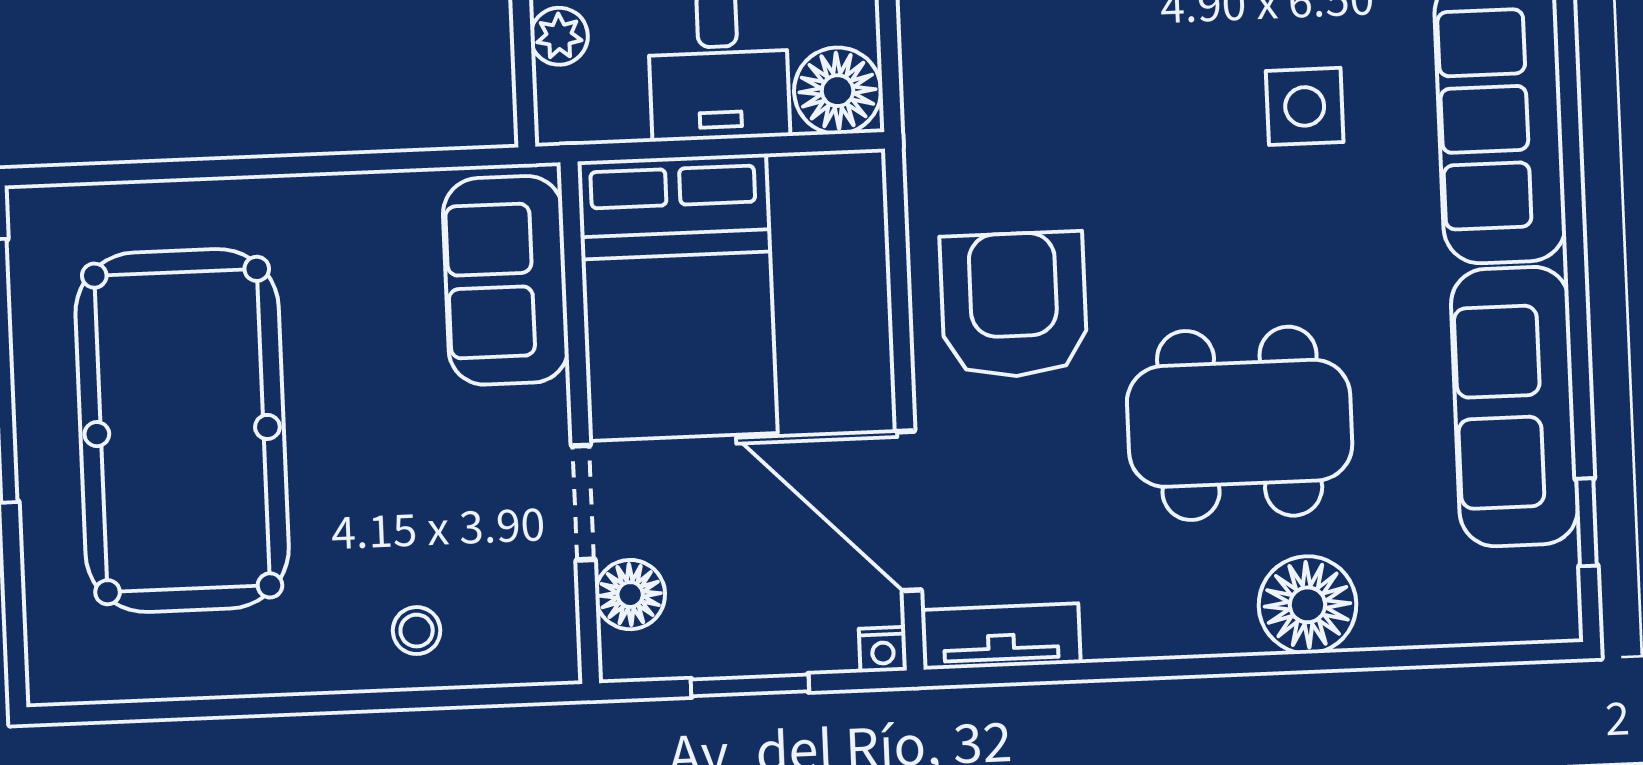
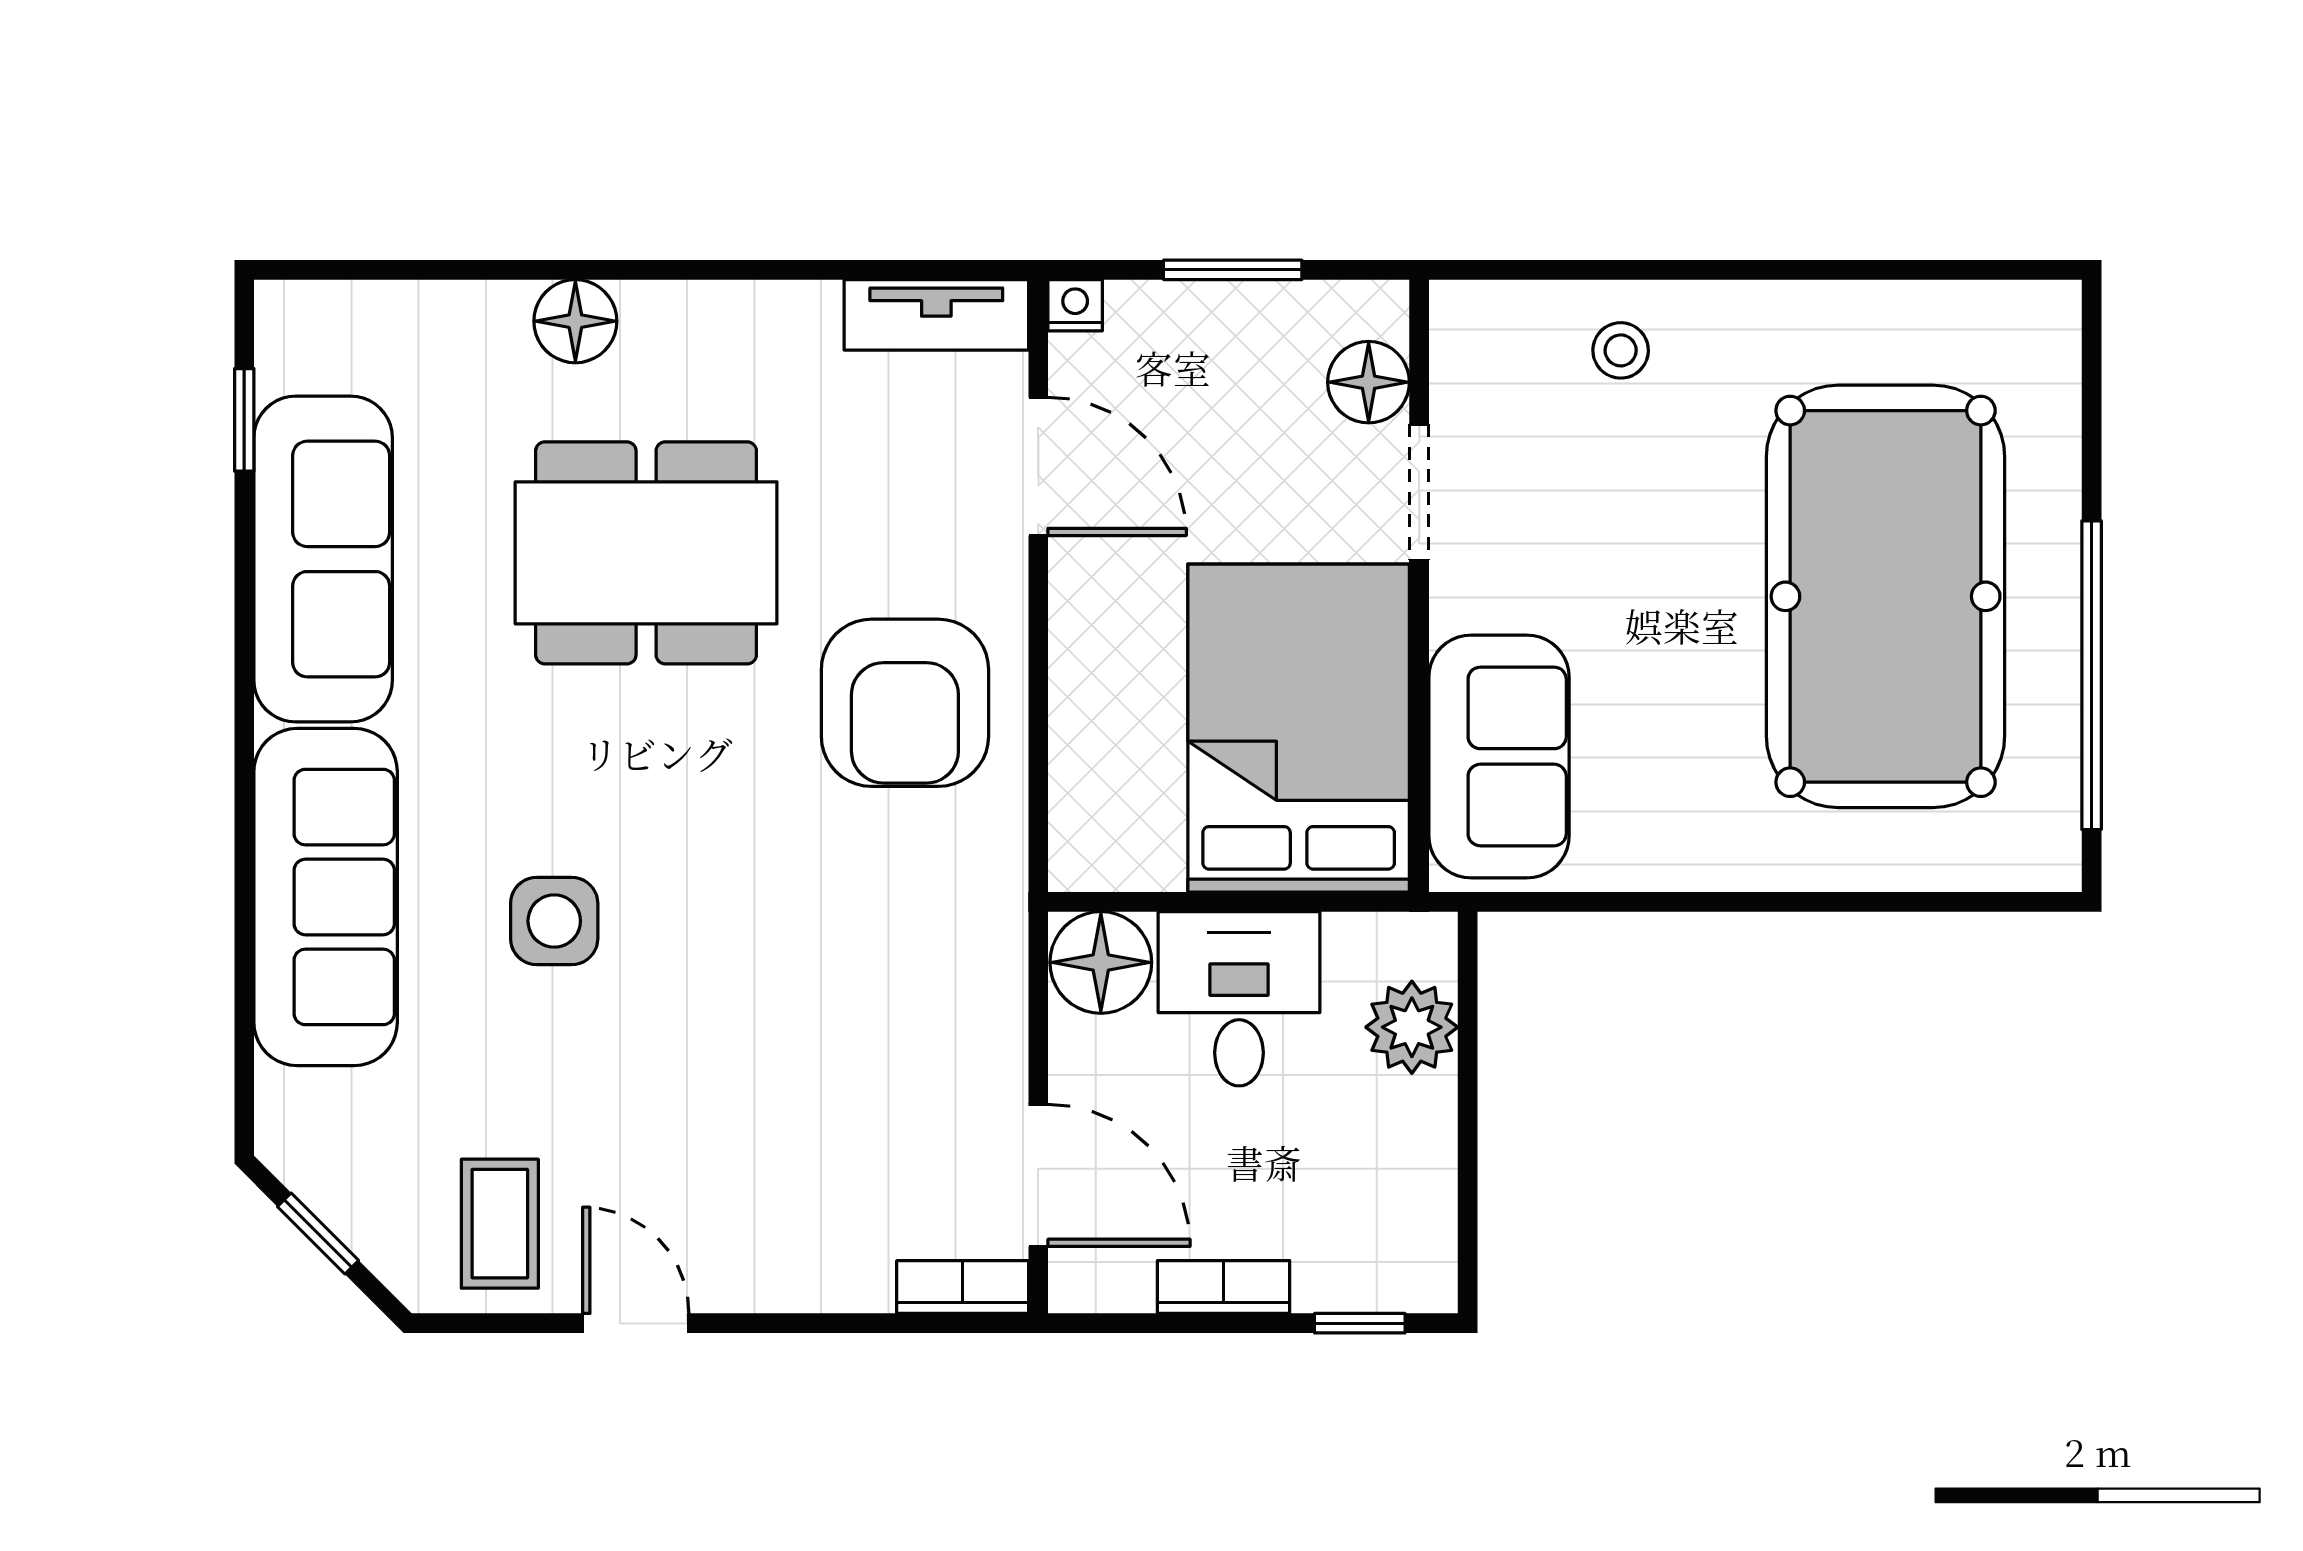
plant: (559, 36) -> (1412, 1027), width x1.38, depth x1.38
door: (909, 511) -> (1038, 466), width x0.73
floor lamp: (1307, 605) -> (575, 321), width x0.73, depth x0.73

